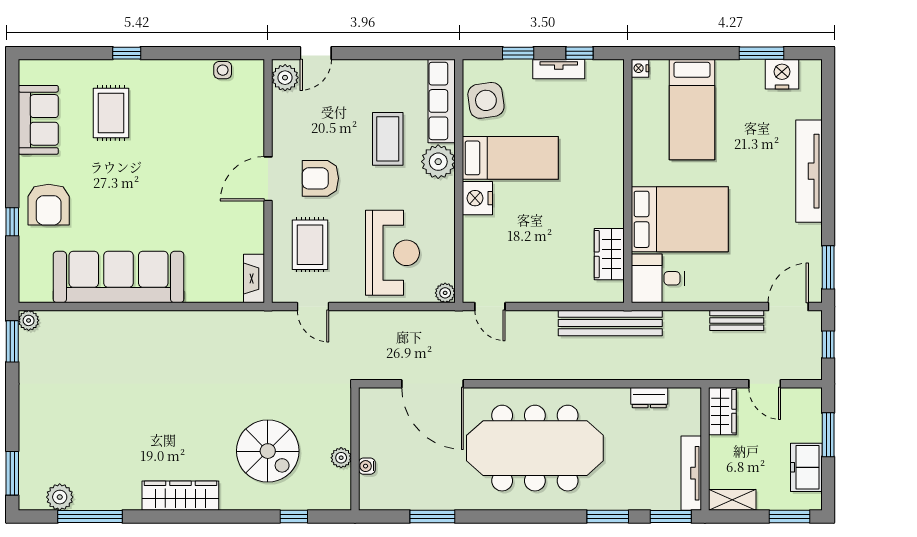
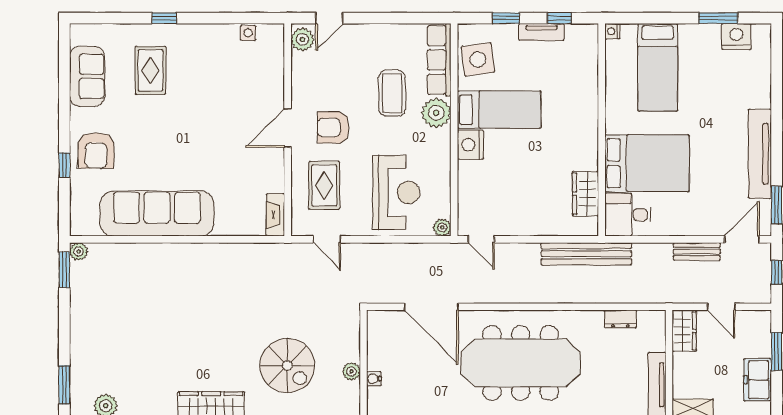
tv unit: (809, 171) -> (760, 154), moved

